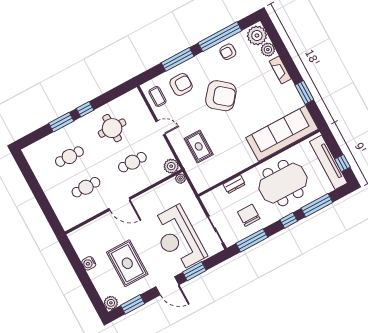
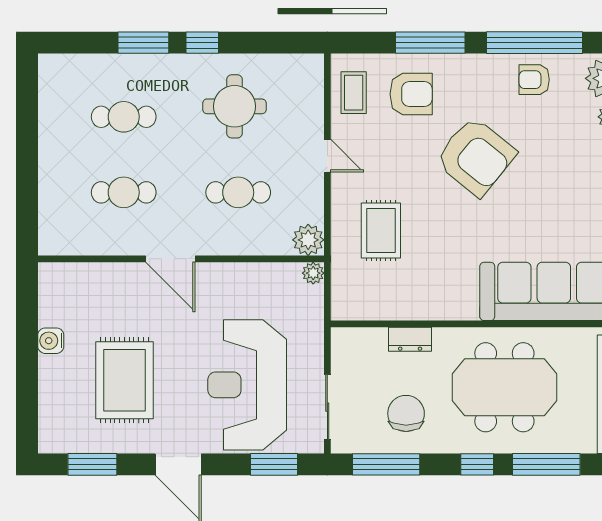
window: (194, 271) -> (274, 464), moved
plant: (111, 303) -> (52, 439), removed

